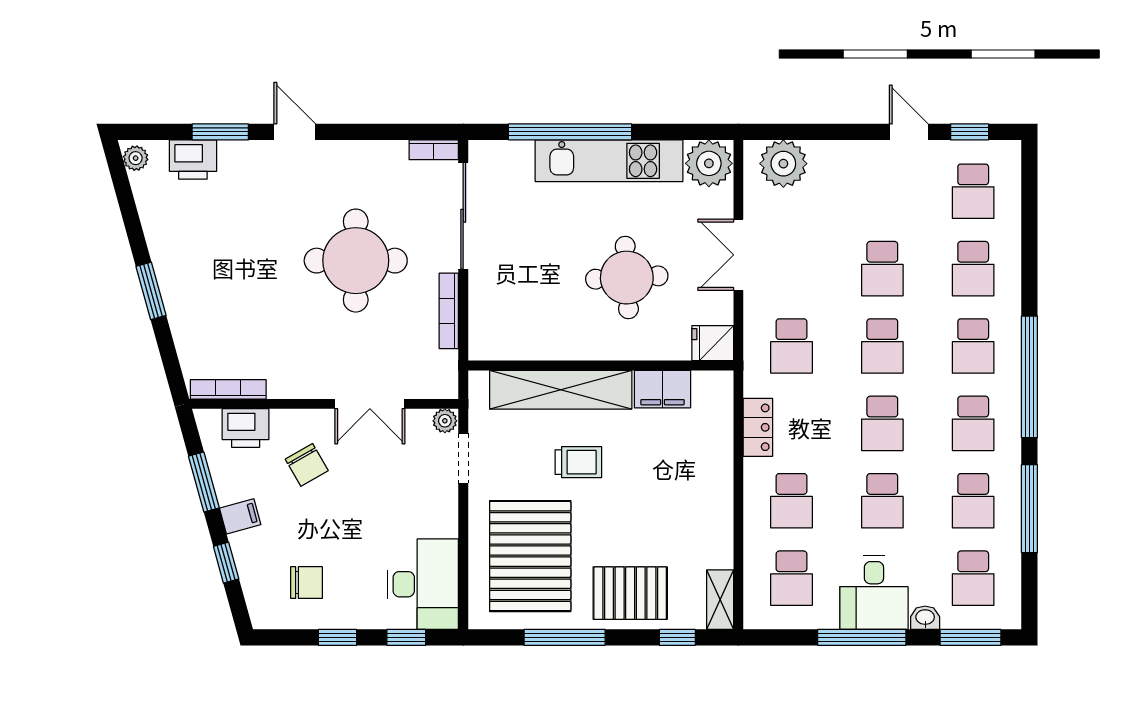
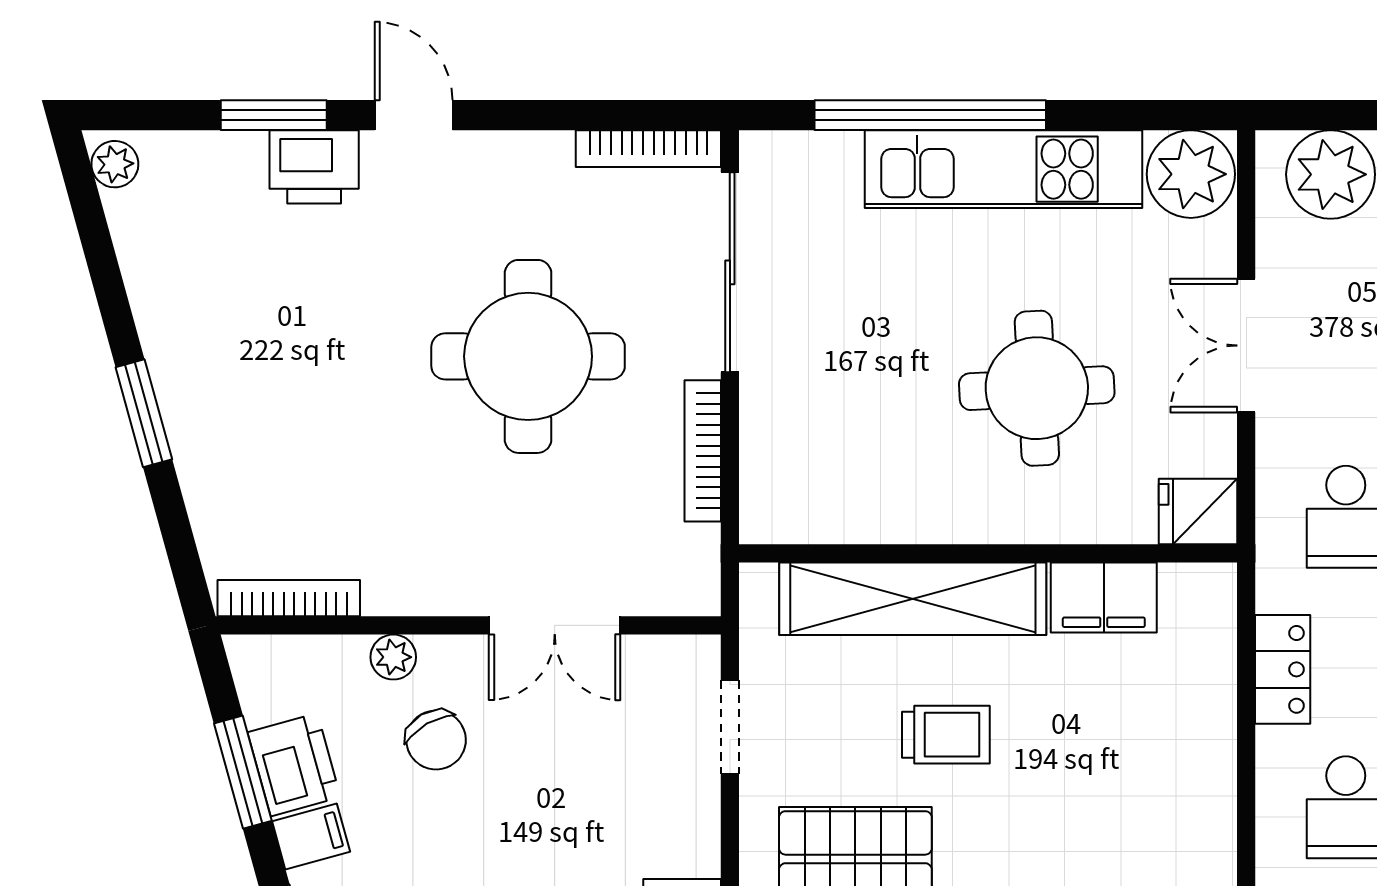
bookcase: (434, 150) -> (648, 149), width x1.56
printer: (193, 160) -> (314, 167), moved
plant: (445, 421) -> (393, 657), moved
printer: (246, 428) -> (294, 765), moved, turned -105

